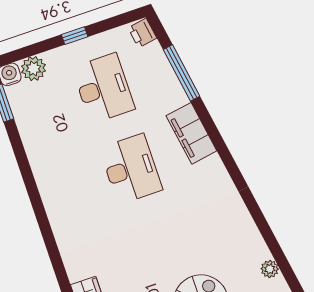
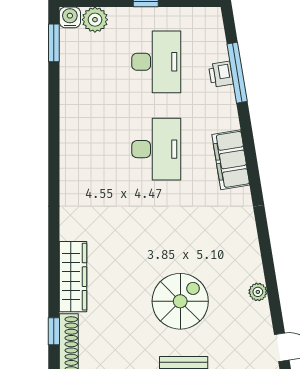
printer: (142, 33) -> (221, 74), moved
filing cabinet: (191, 133) -> (231, 160), moved

